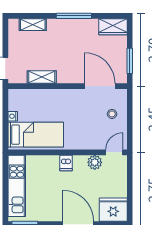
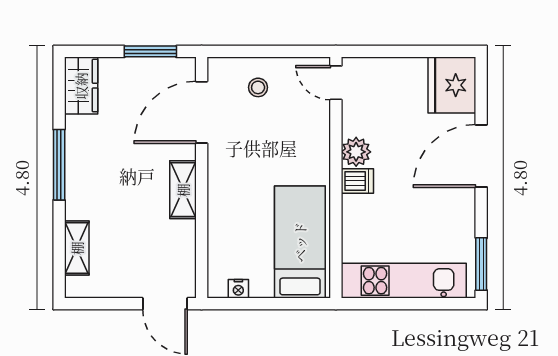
shelving: (42, 77) -> (183, 190), moved
nightstand: (13, 116) -> (238, 289), moved
plant: (95, 162) -> (356, 152), moved

